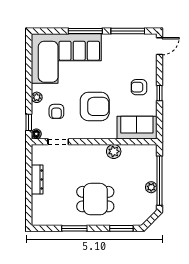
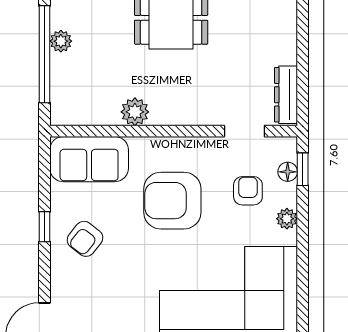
armchair: (139, 87) -> (85, 239), turned 128
floor lamp: (36, 134) -> (288, 172), moved
dresser: (37, 179) -> (286, 95), moved

